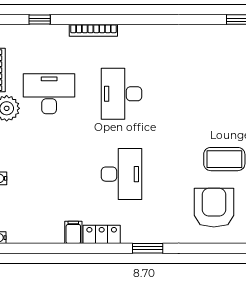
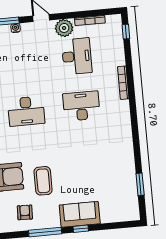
window: (40, 20) -> (126, 32), moved

